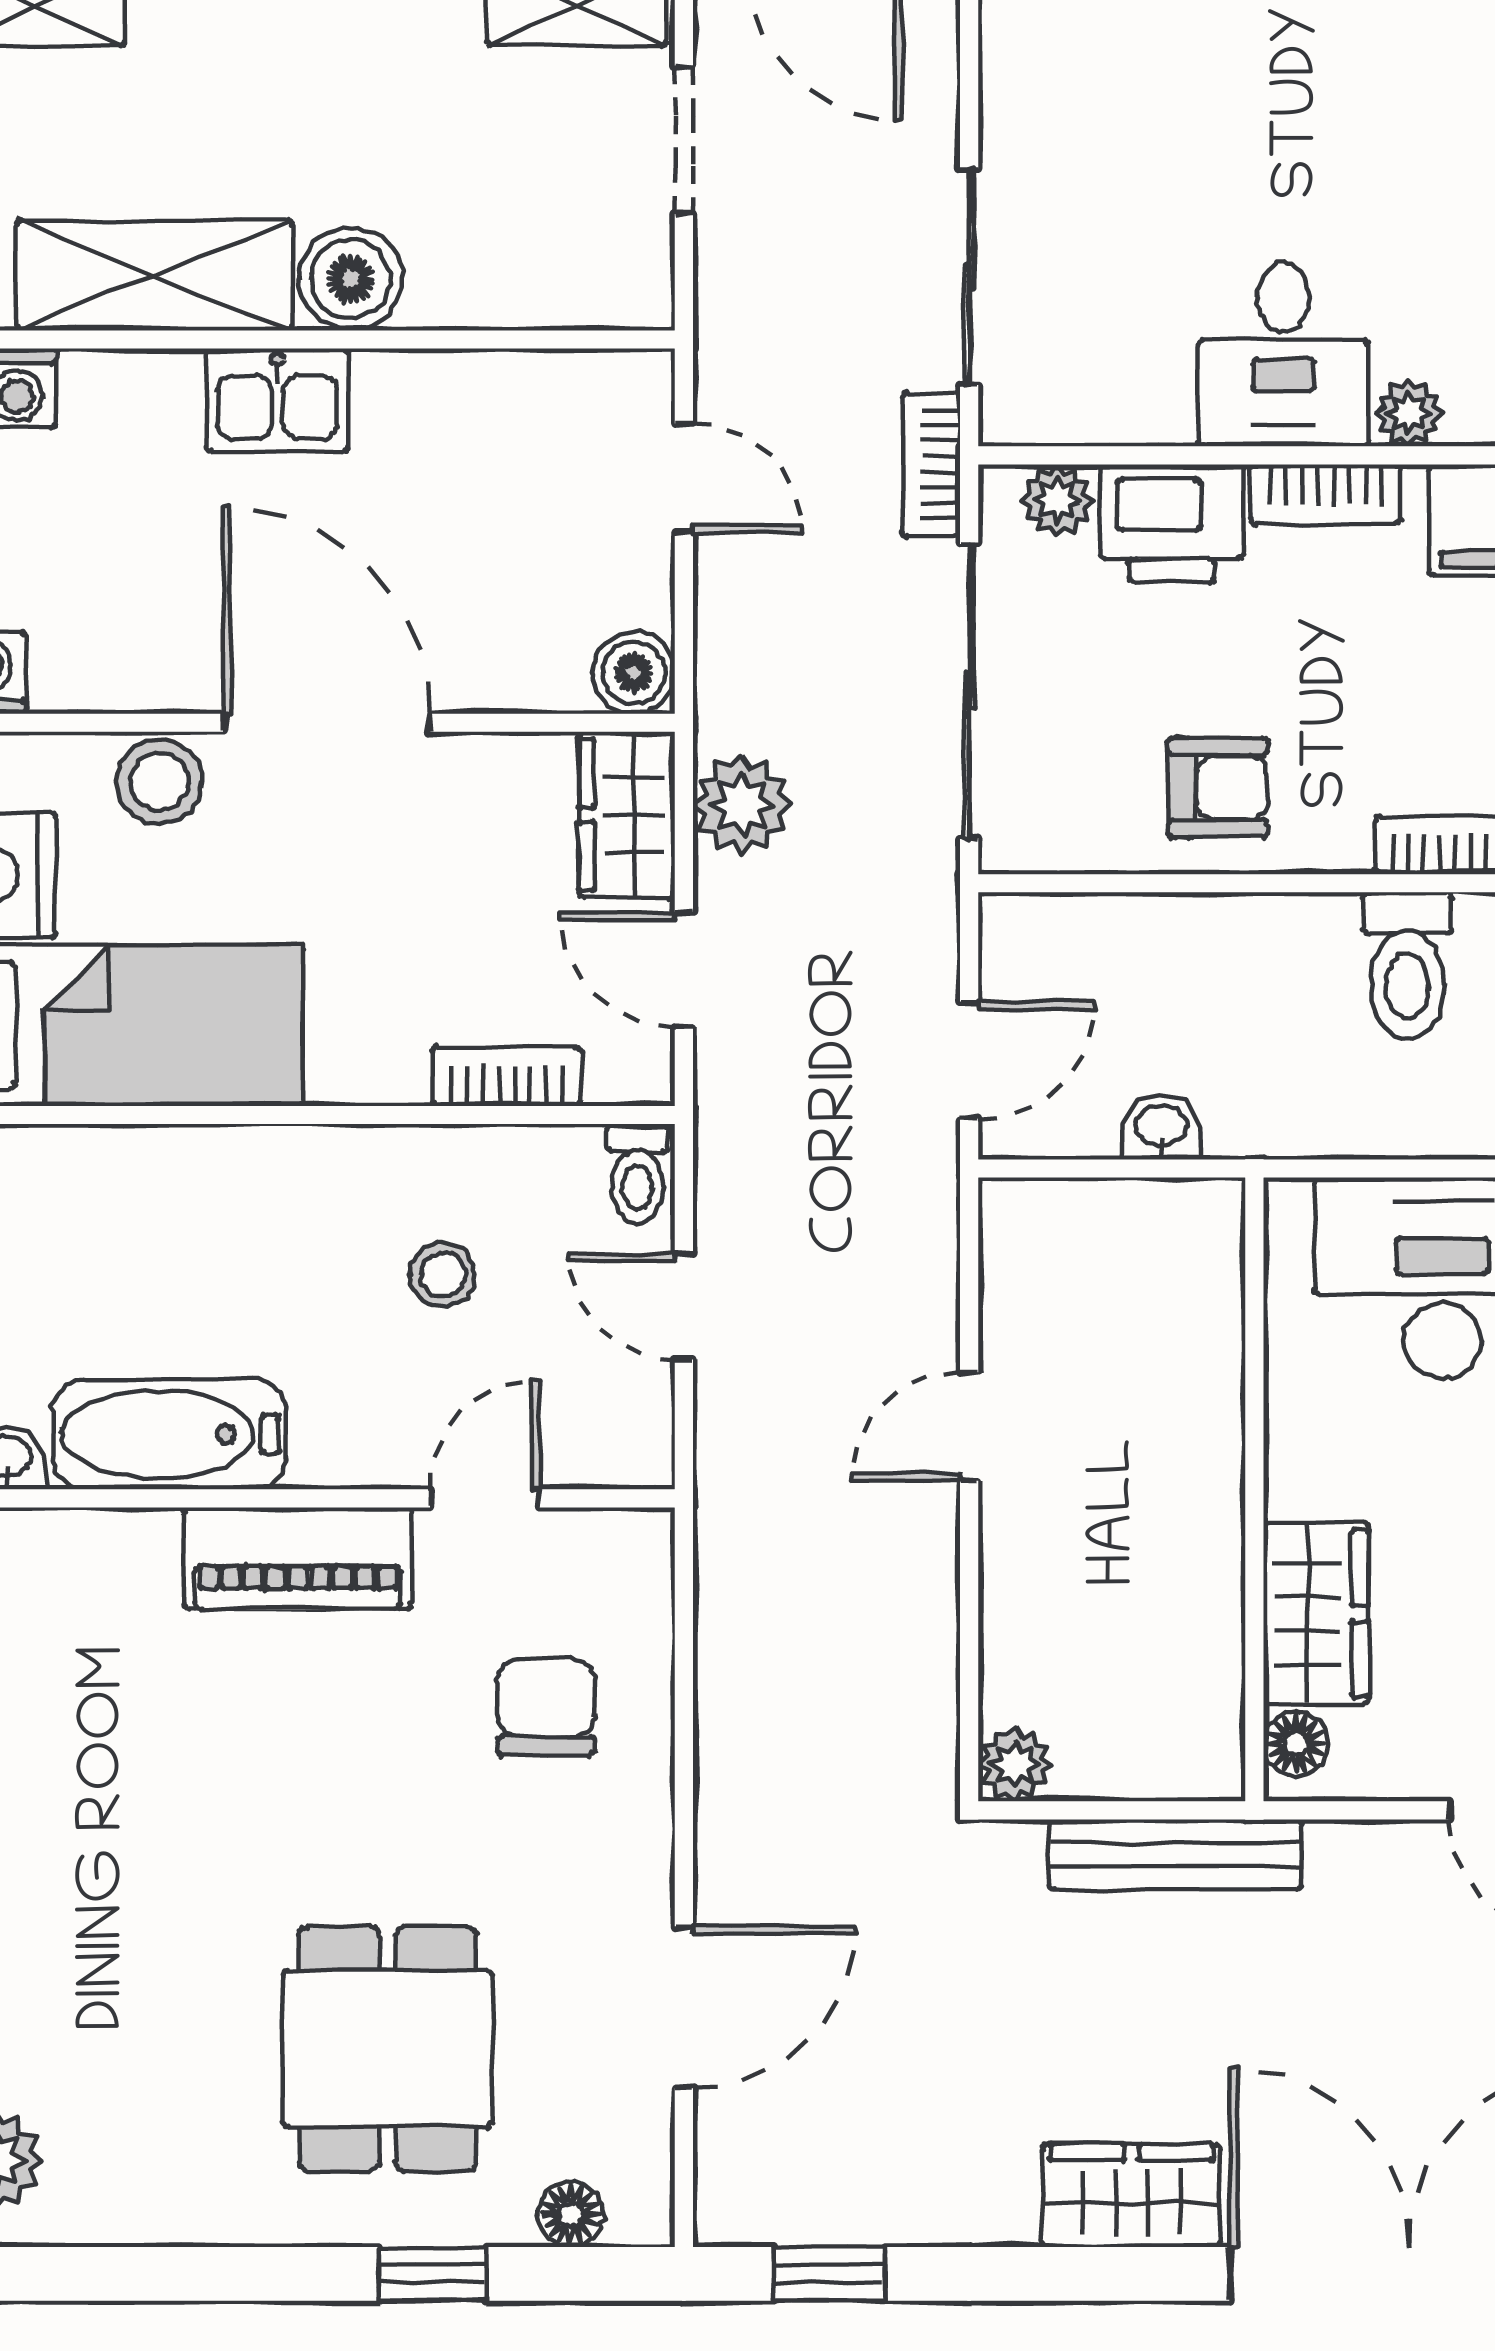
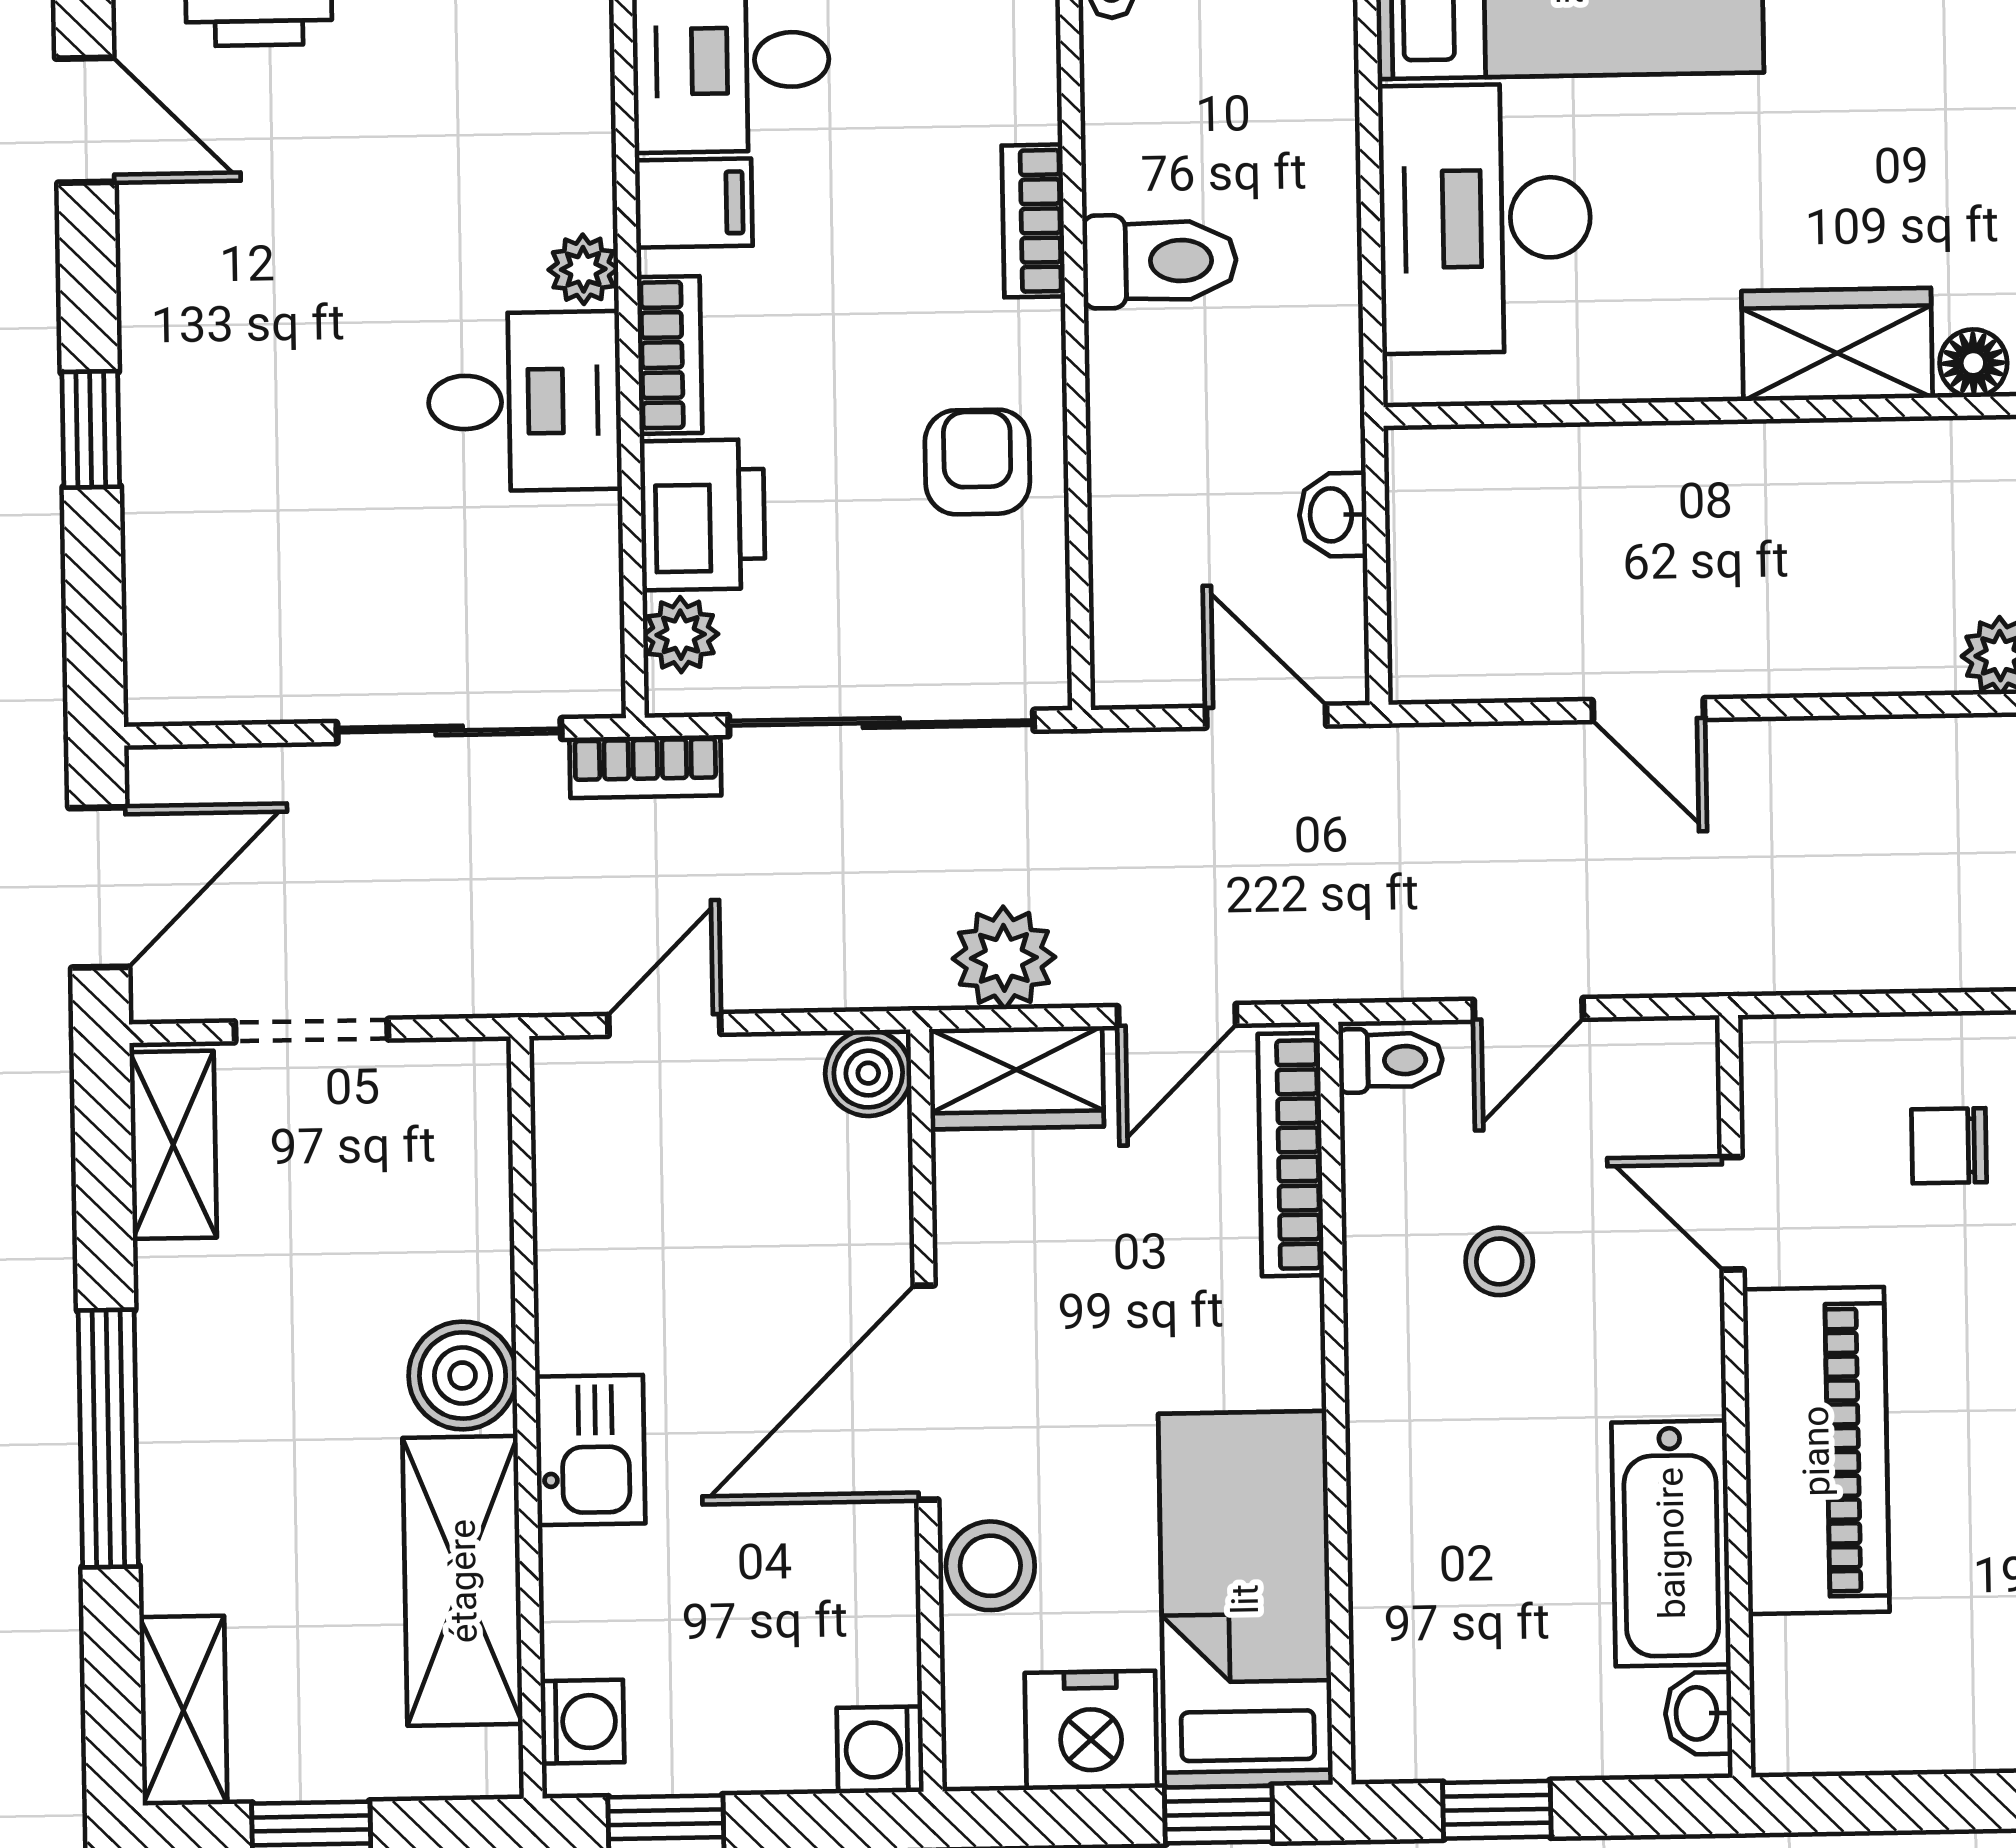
bookcase: (507, 1076) -> (1291, 1155), width x1.56
piano: (298, 1558) -> (1816, 1451), width x1.37, depth x1.33
chair: (546, 1707) -> (1949, 1146), width x0.73, depth x0.73

